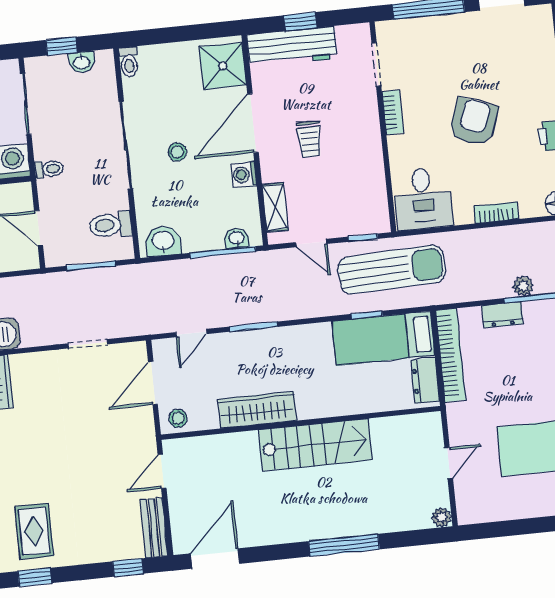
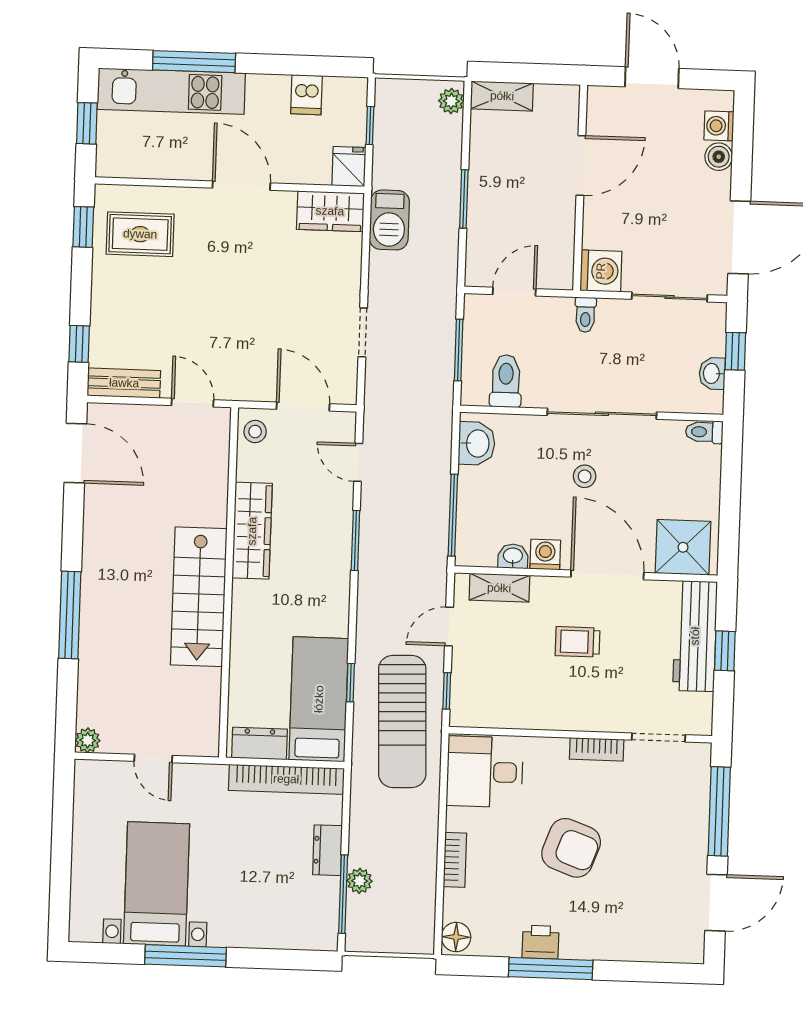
washbasin: (237, 238) -> (513, 556), moved, turned -90

